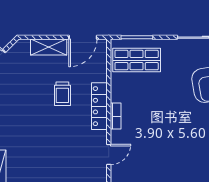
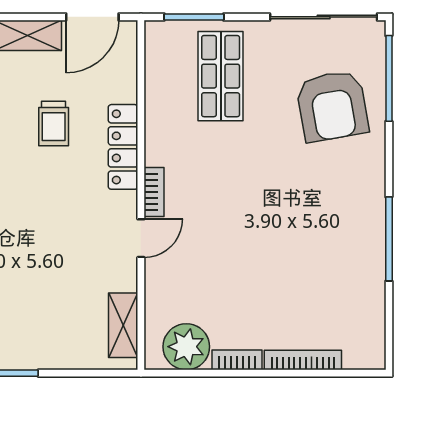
shop shelf: (137, 60) -> (221, 76), moved, turned 90
bookcase: (116, 116) -> (154, 192), moved

